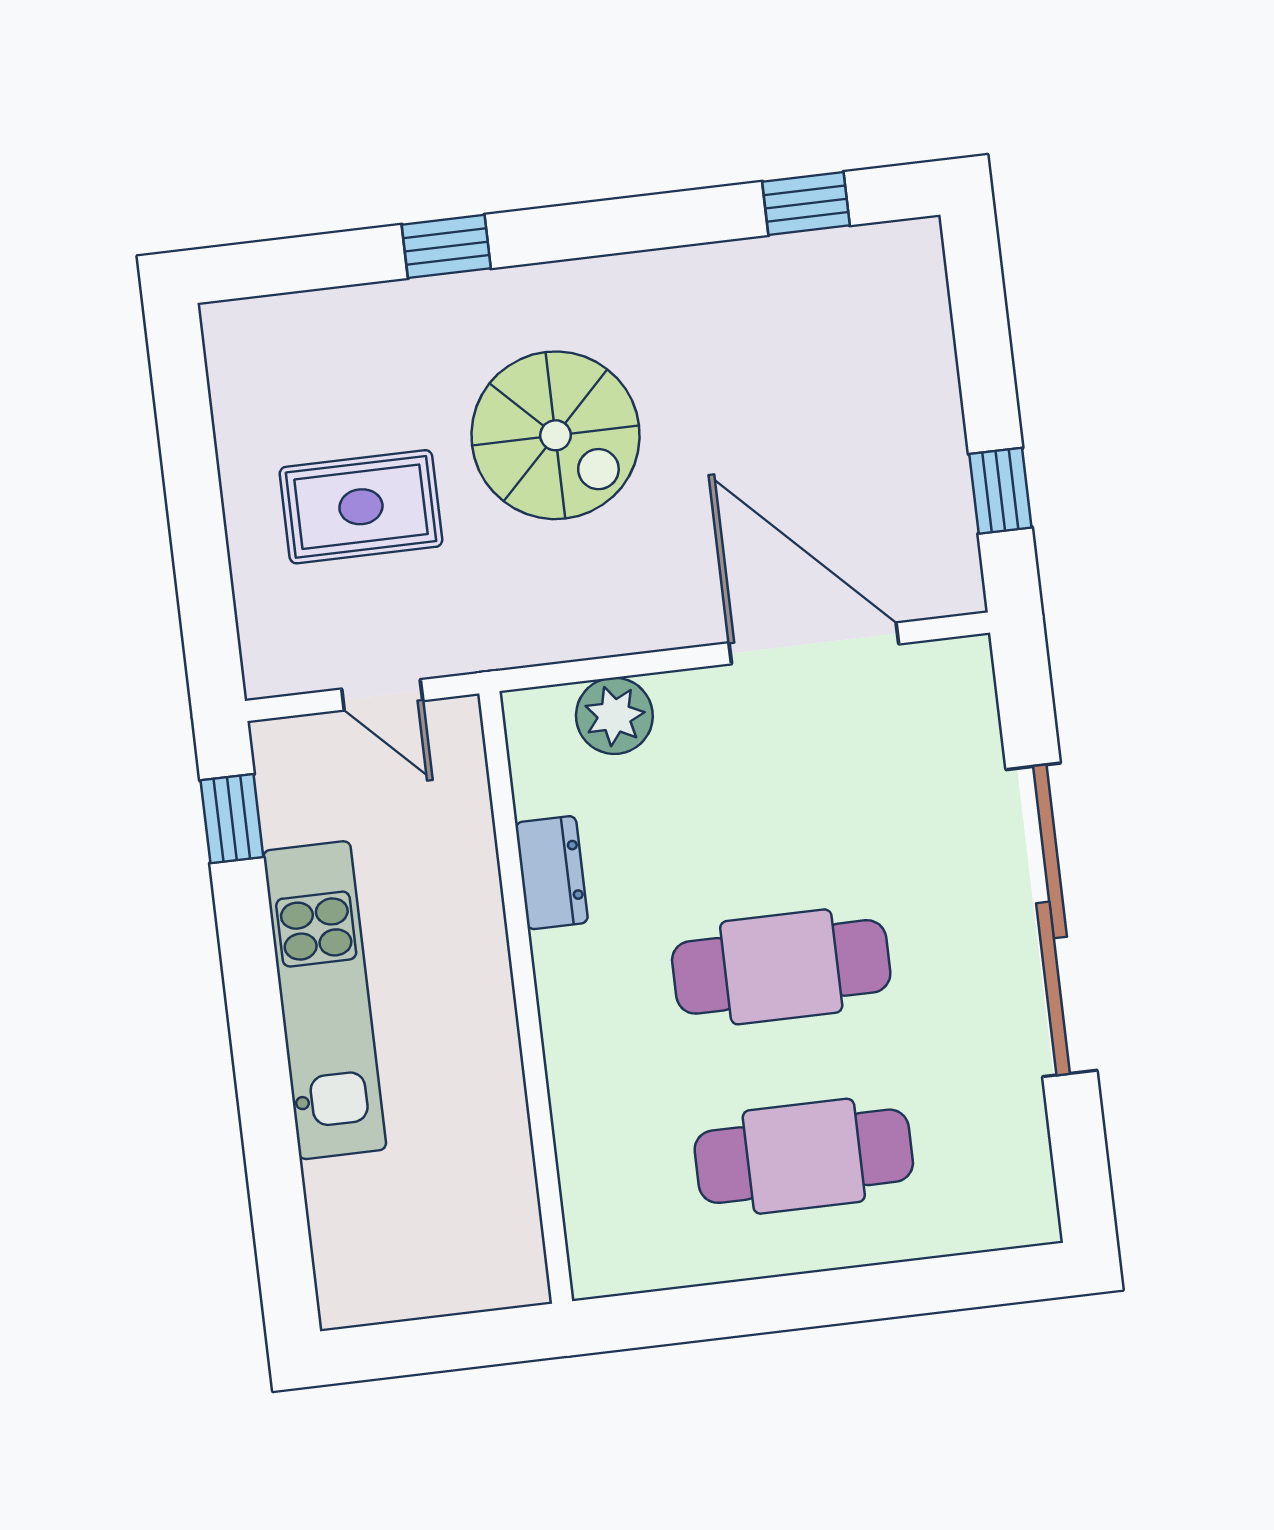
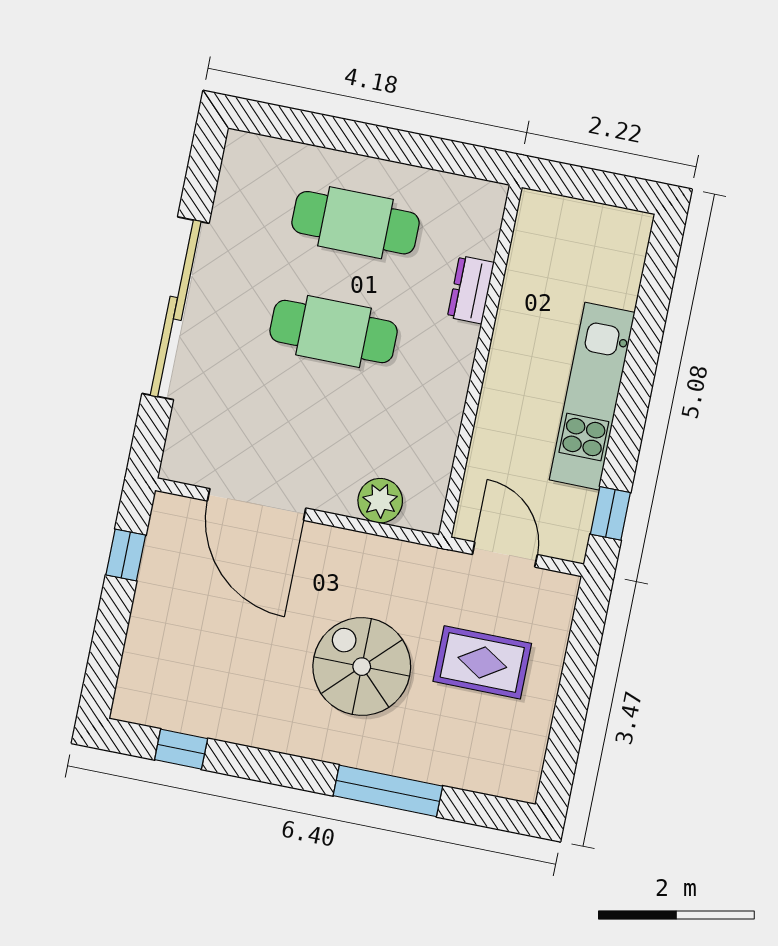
window: (446, 246) -> (388, 791), width x2.17
door: (382, 695) -> (505, 555), width x1.38
dresser: (552, 873) -> (471, 290), moved

